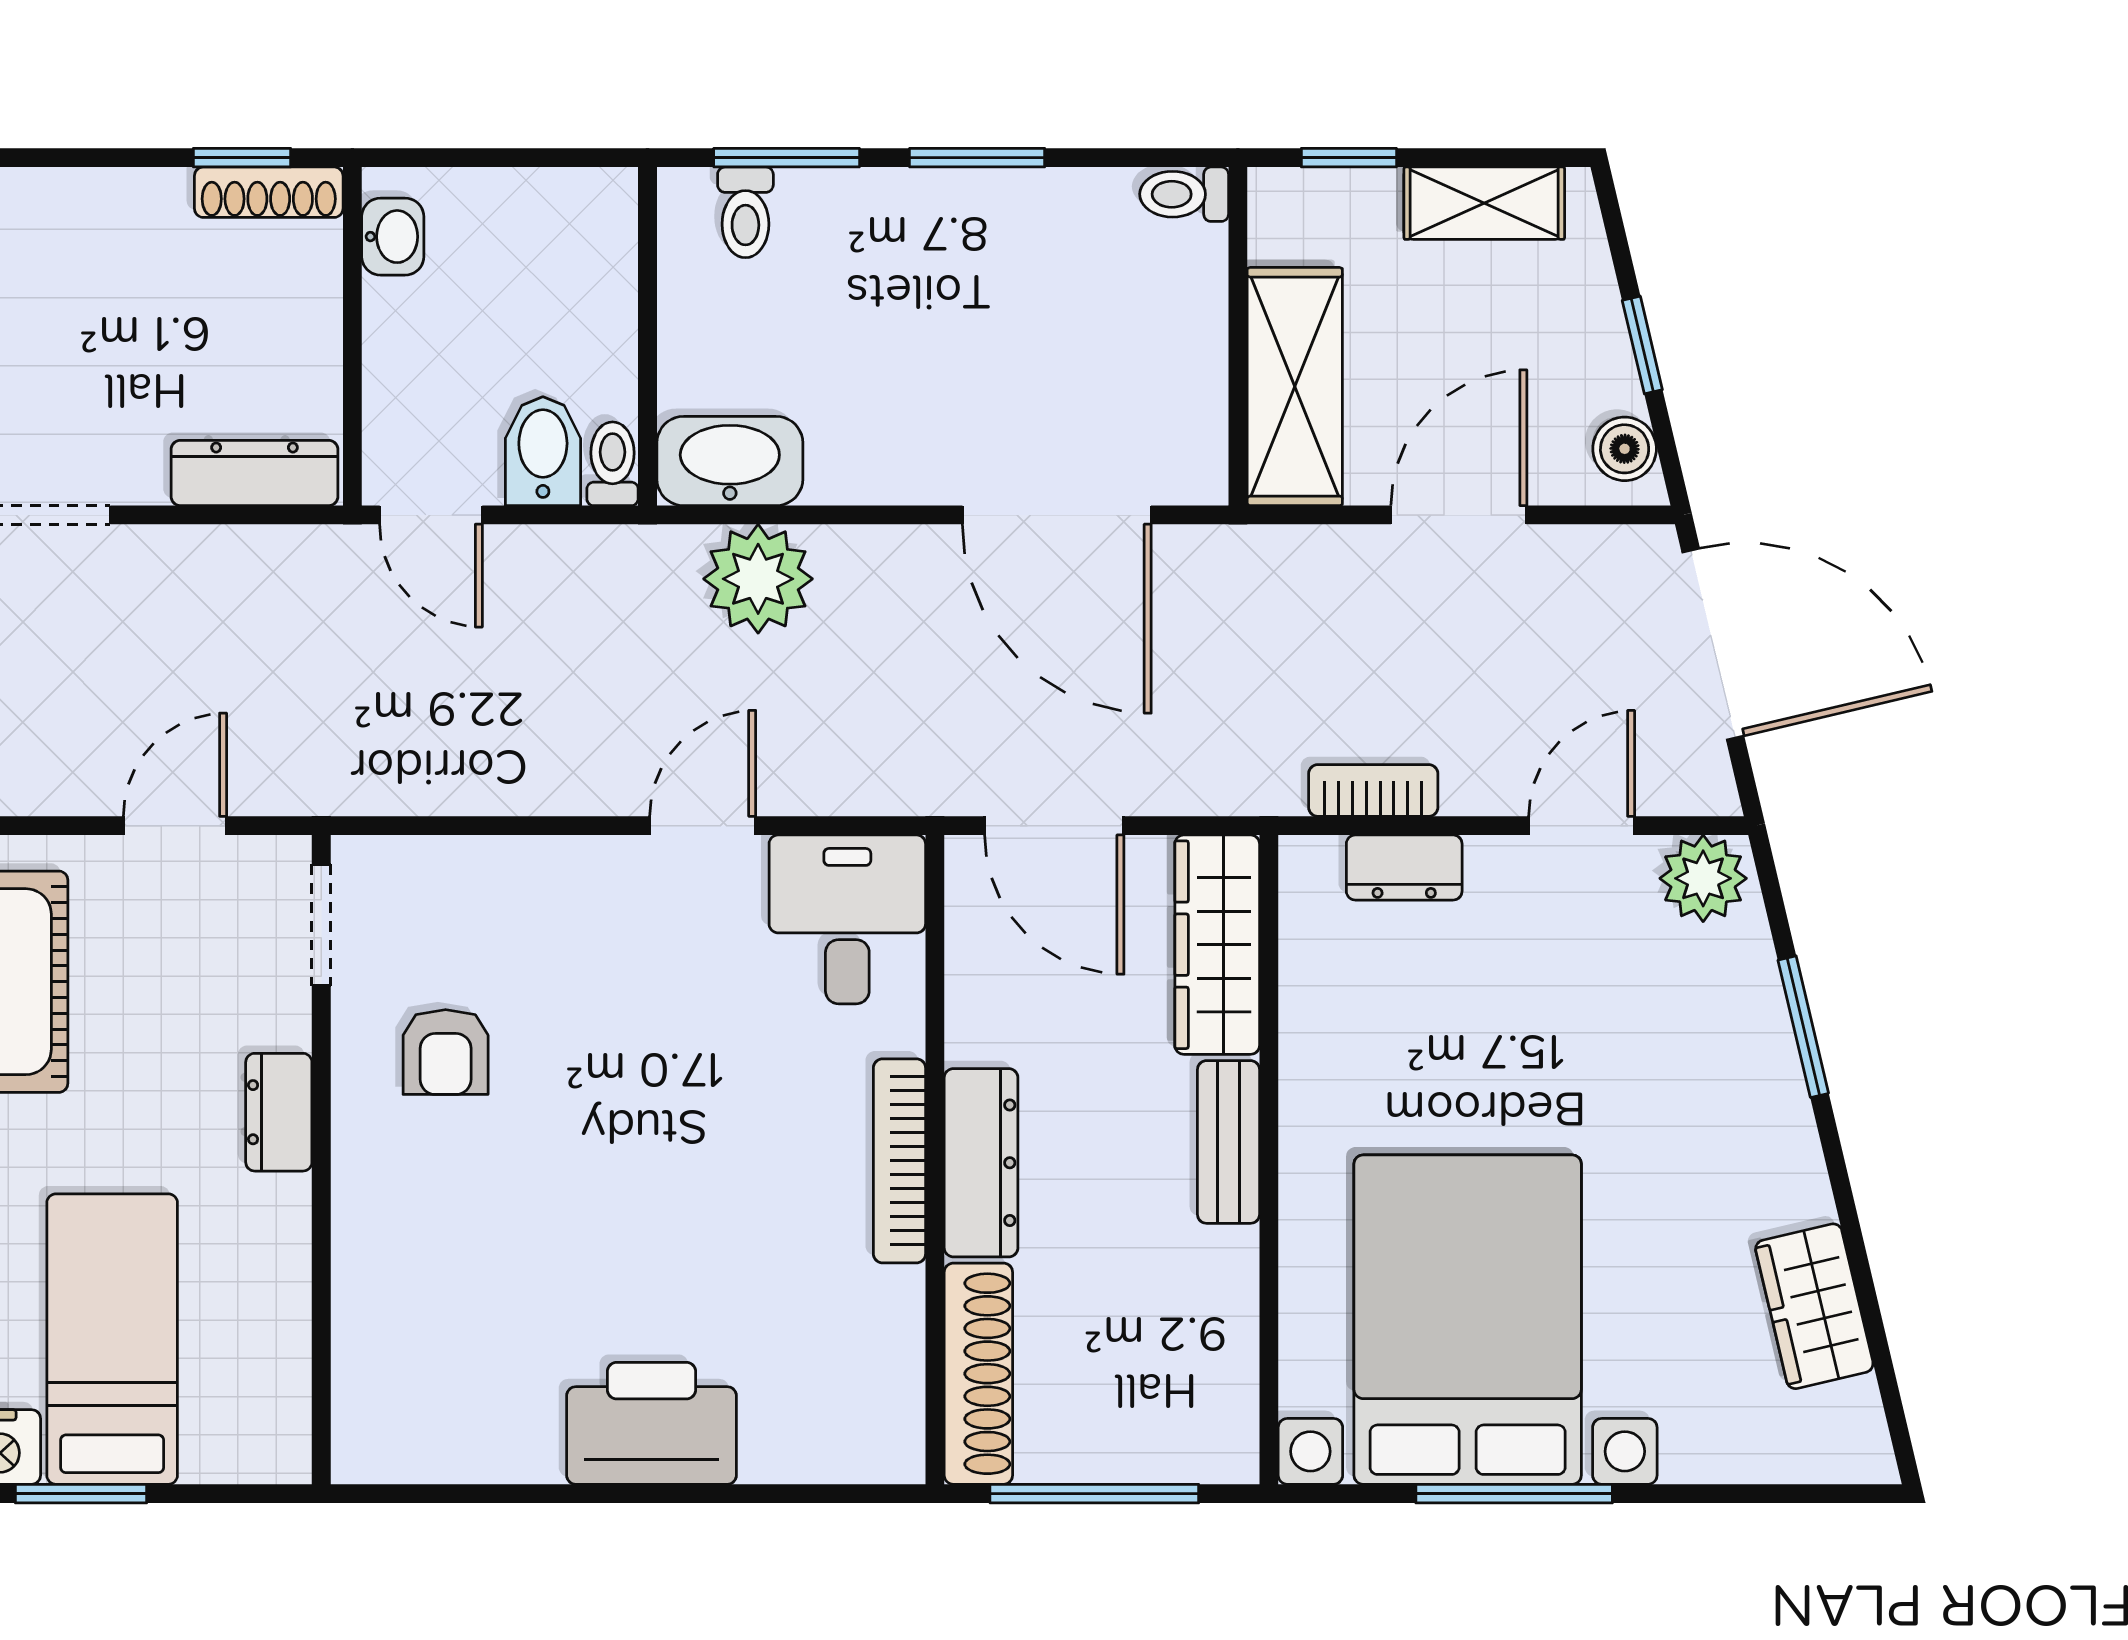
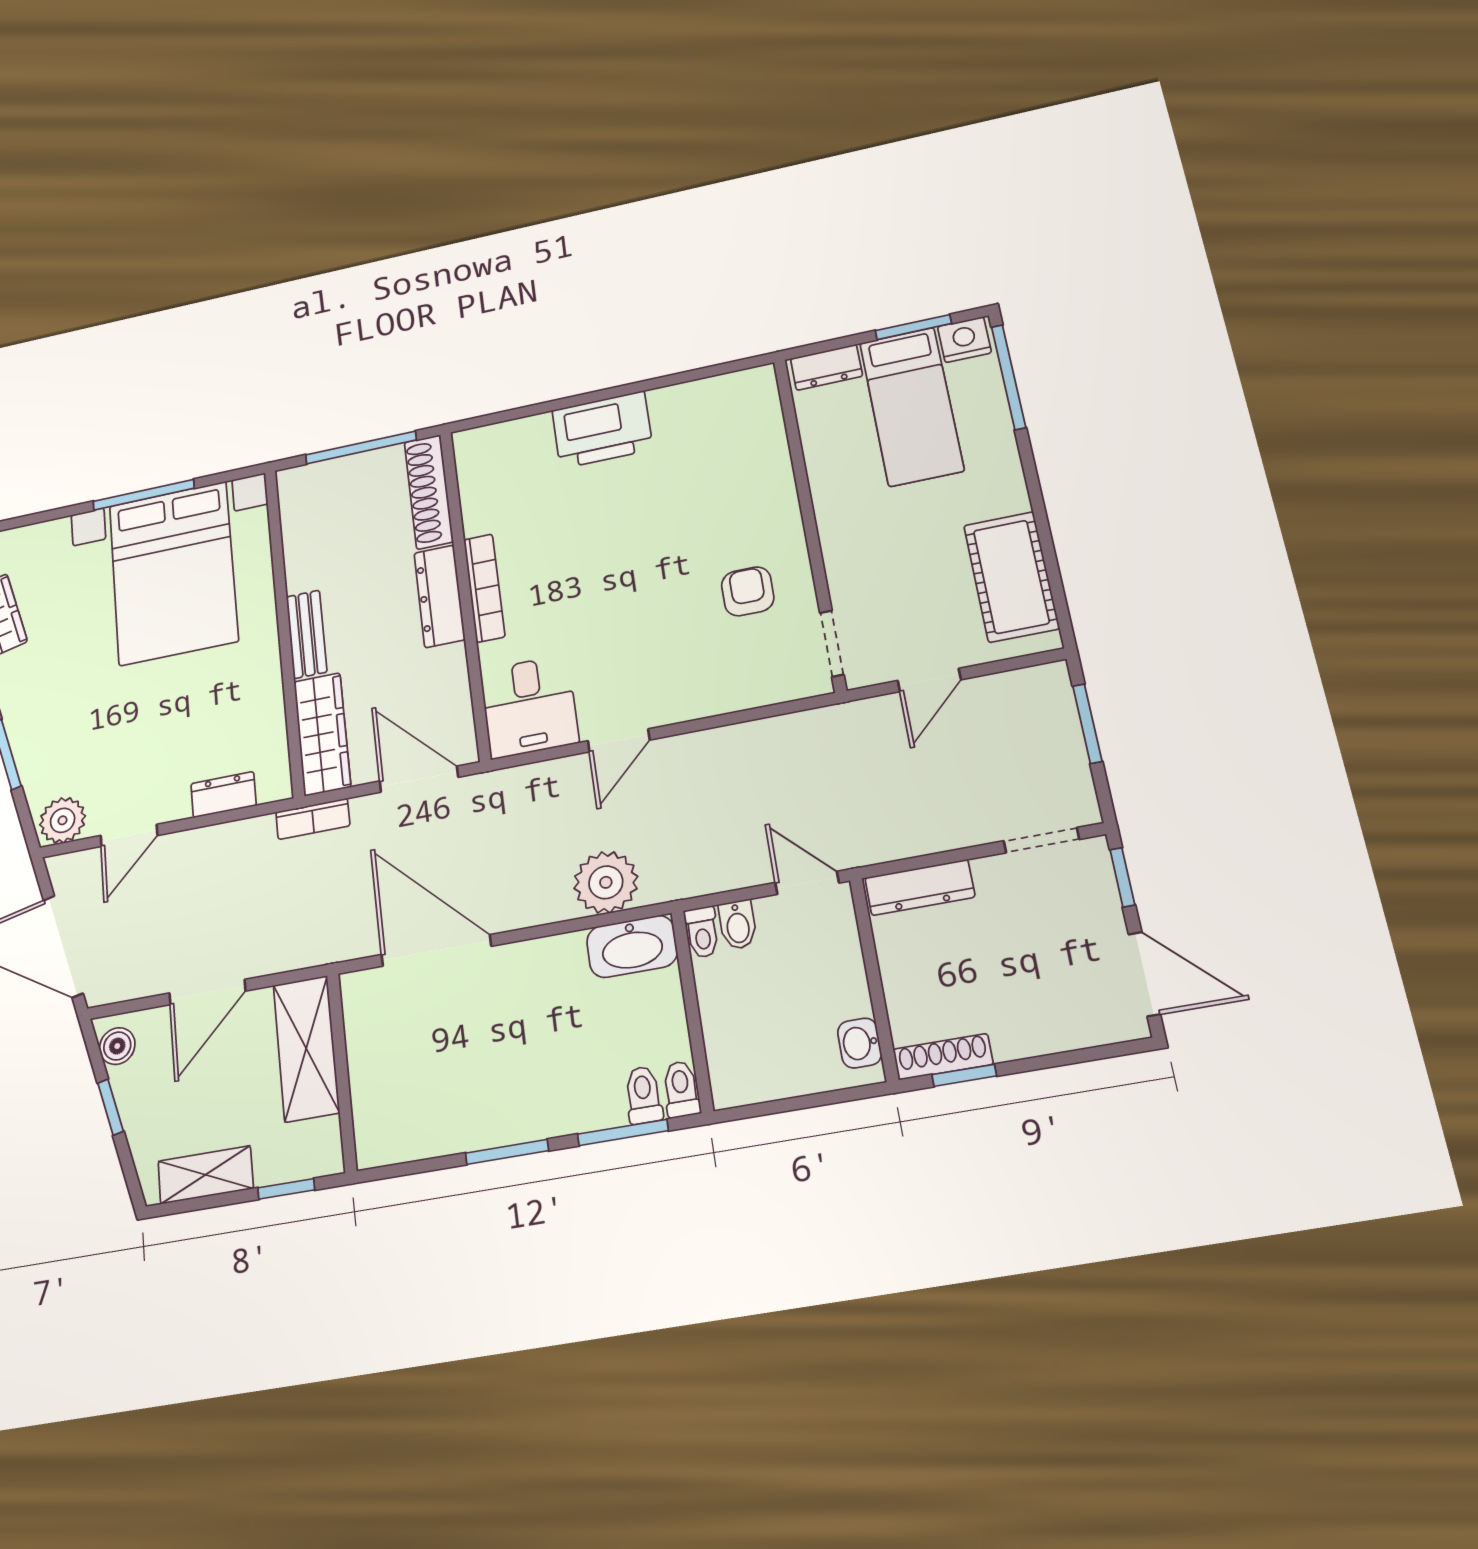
toilet: (1184, 194) -> (681, 1089), moved, turned -90
bidet: (543, 451) -> (738, 925), width x0.72, depth x0.74
bookcase: (1373, 790) -> (313, 819), moved
dresser: (279, 1112) -> (826, 367), moved, turned 90

